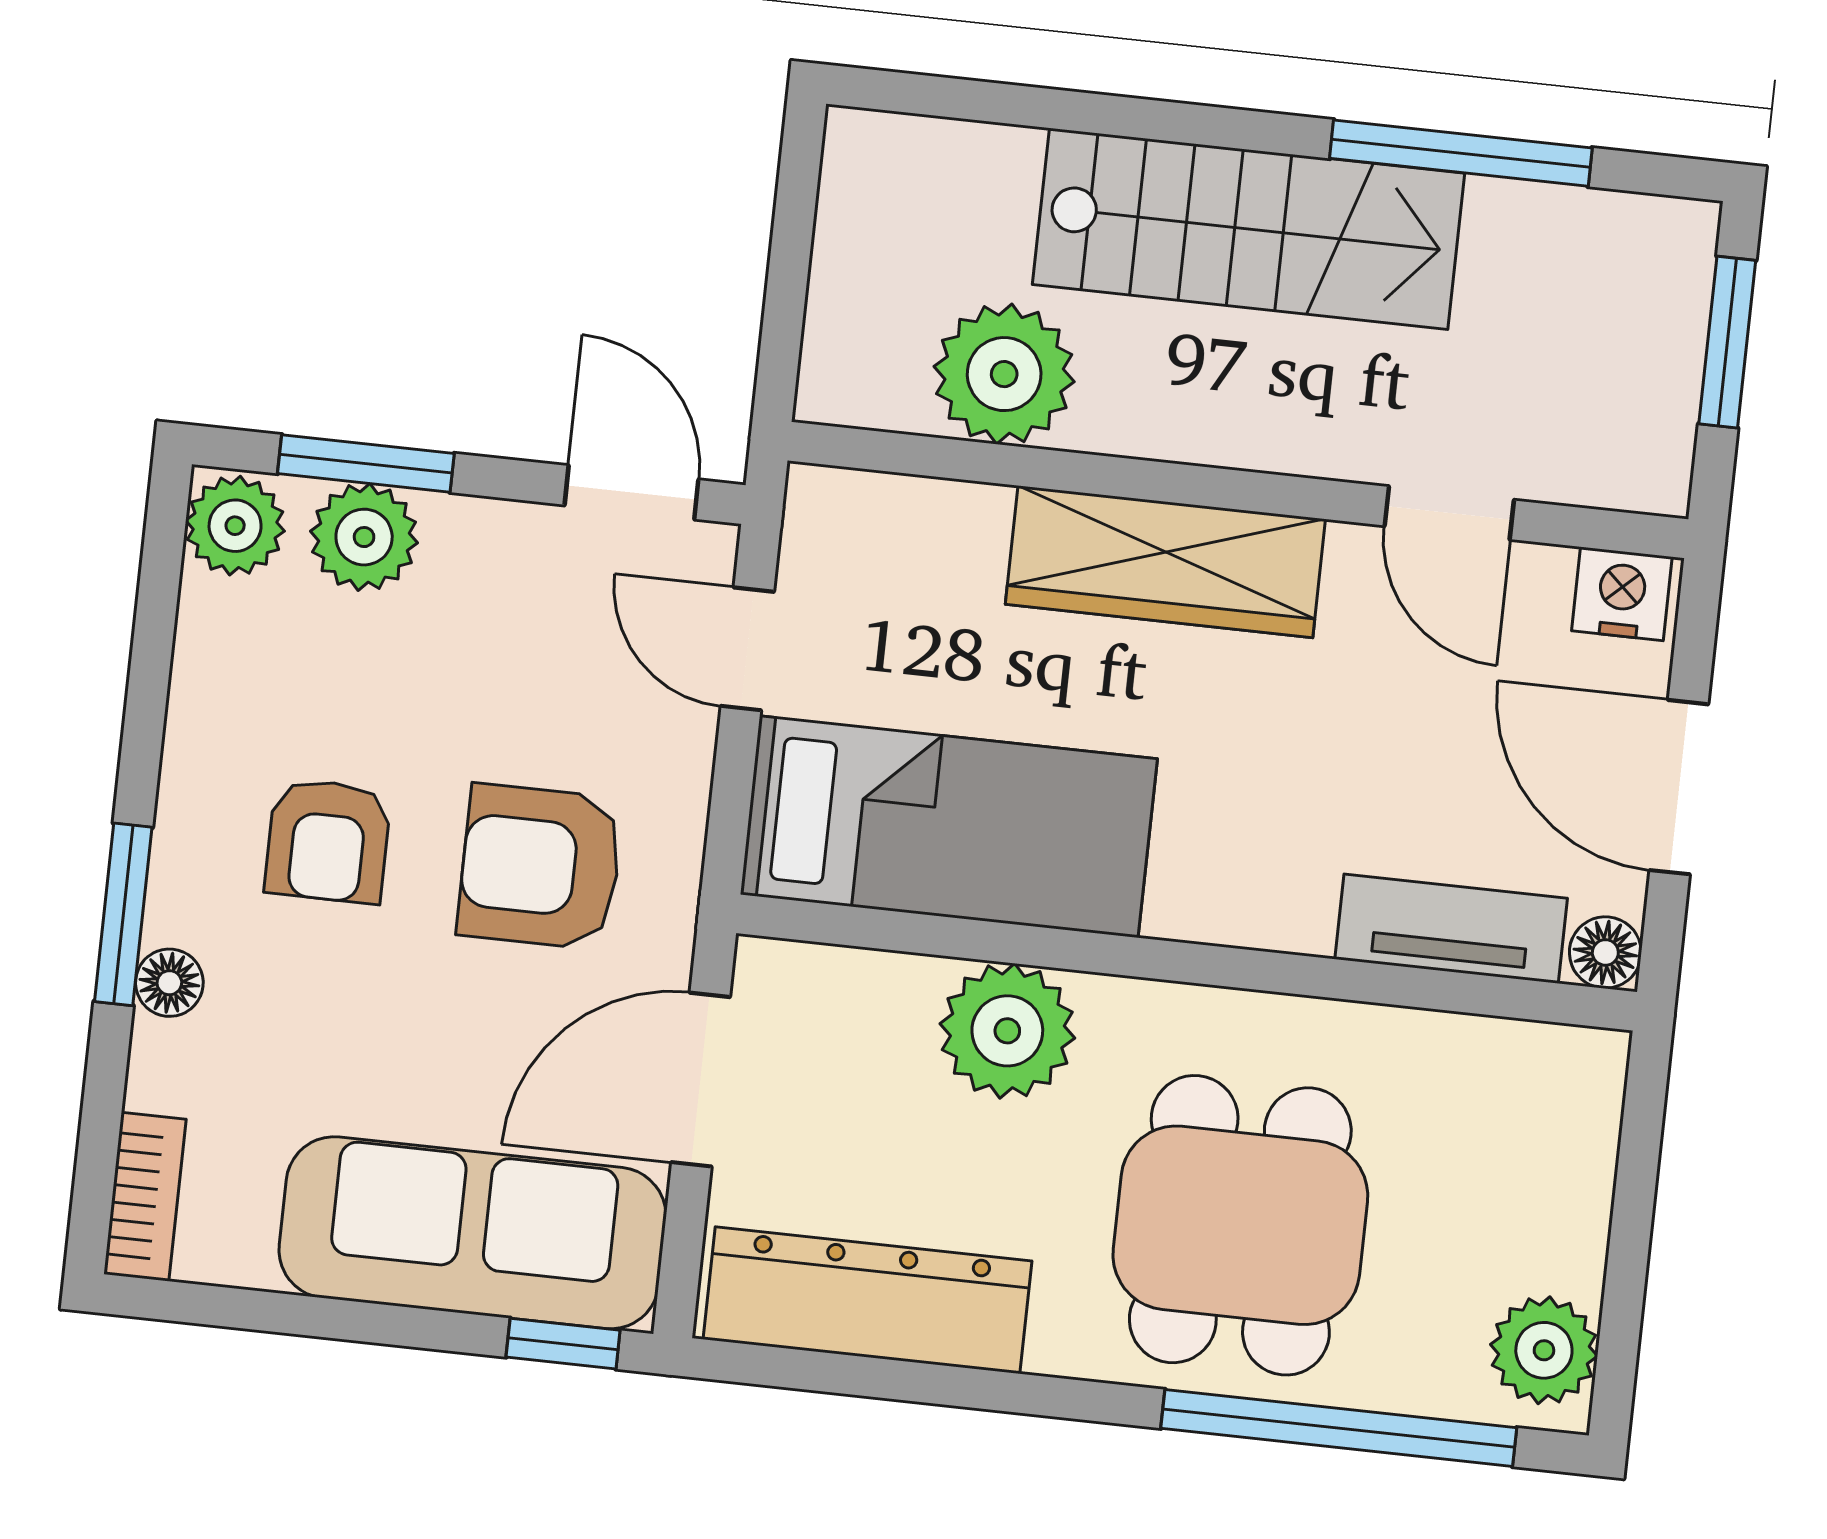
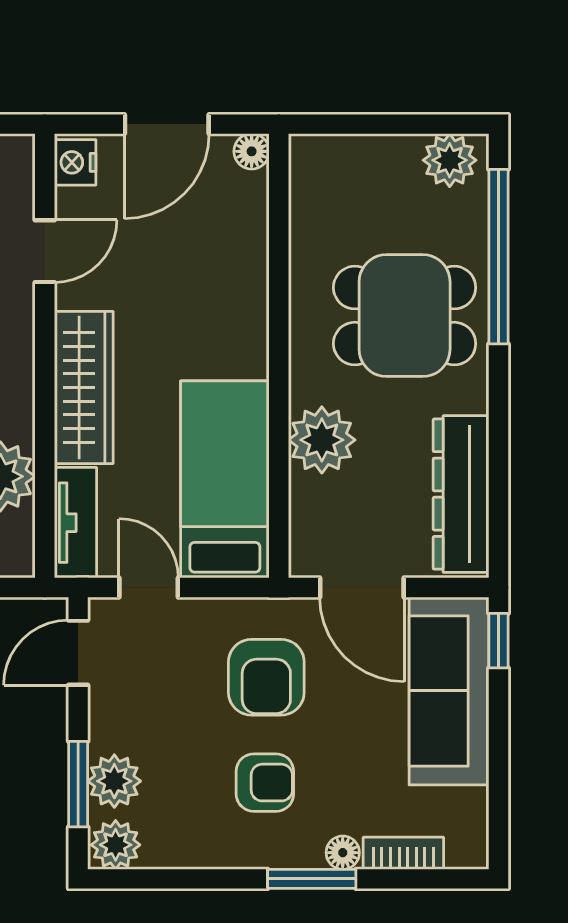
door: (747, 649) -> (149, 587), swing flipped
tv unit: (1451, 929) -> (75, 523), moved, turned 180
bookcase: (145, 1197) -> (403, 853), moved

